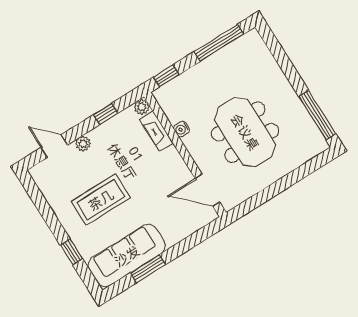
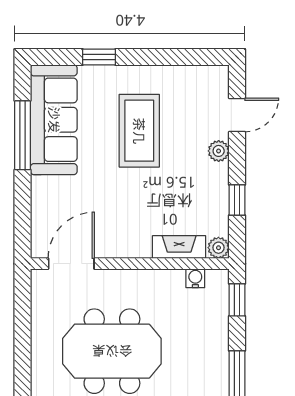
water cooler: (181, 129) -> (195, 278), moved
window: (148, 269) -> (23, 135), width x1.44

